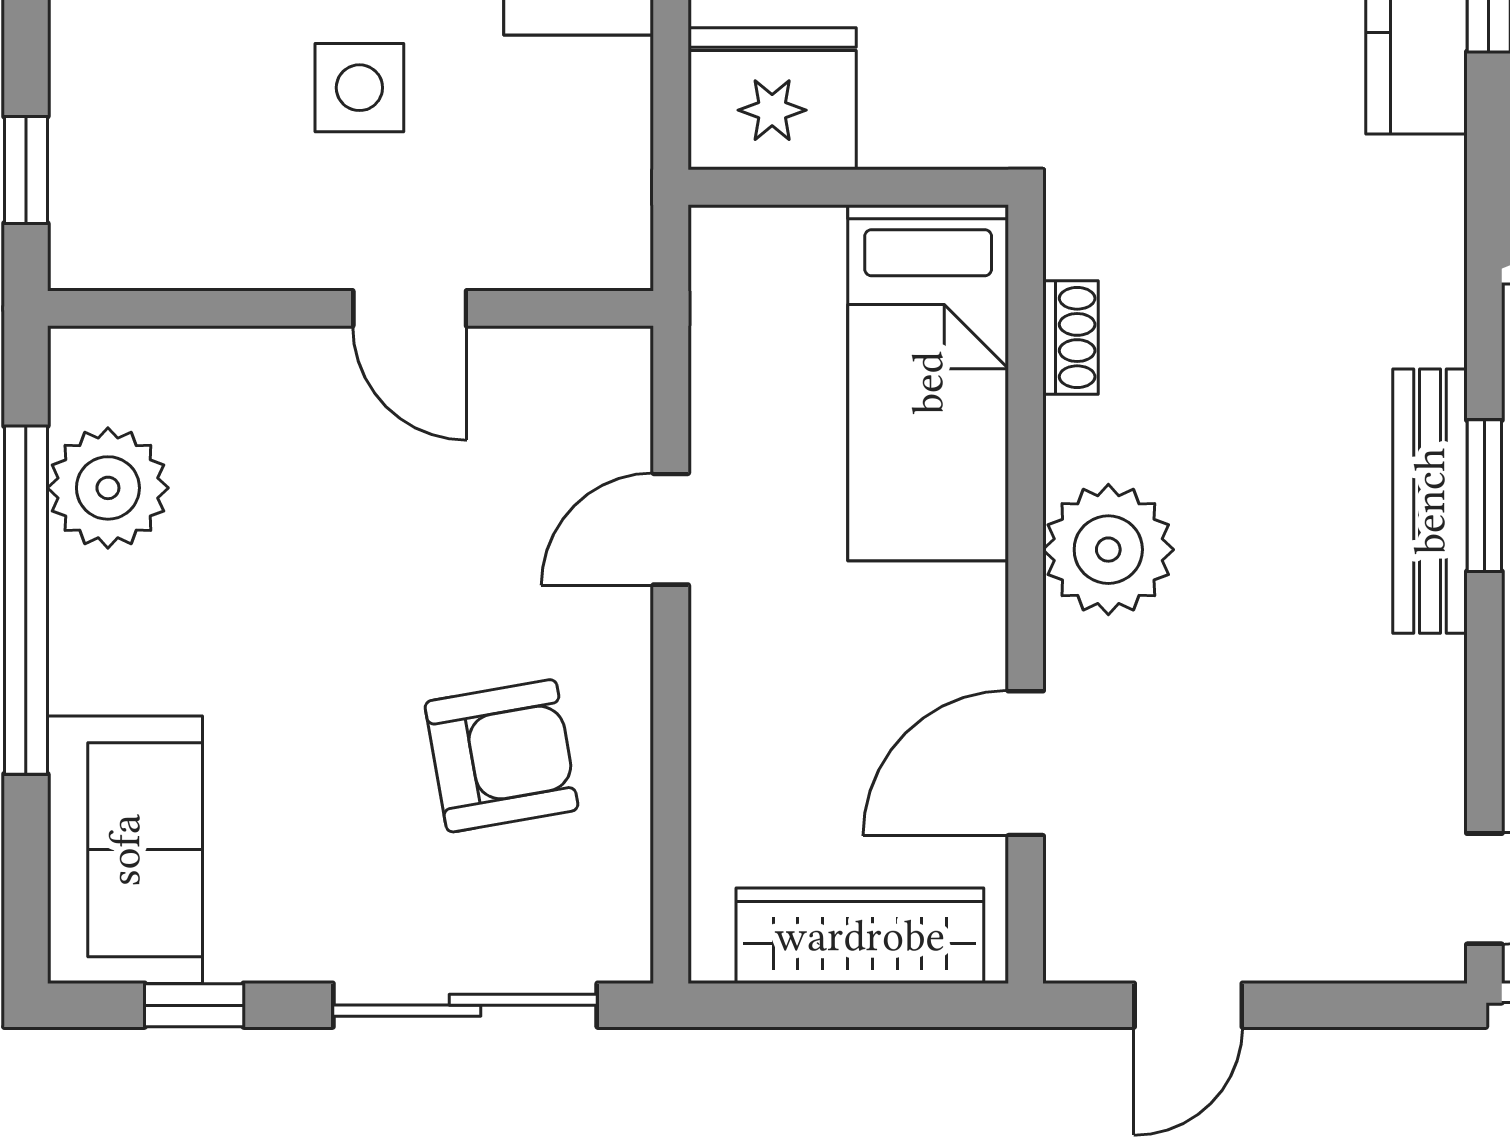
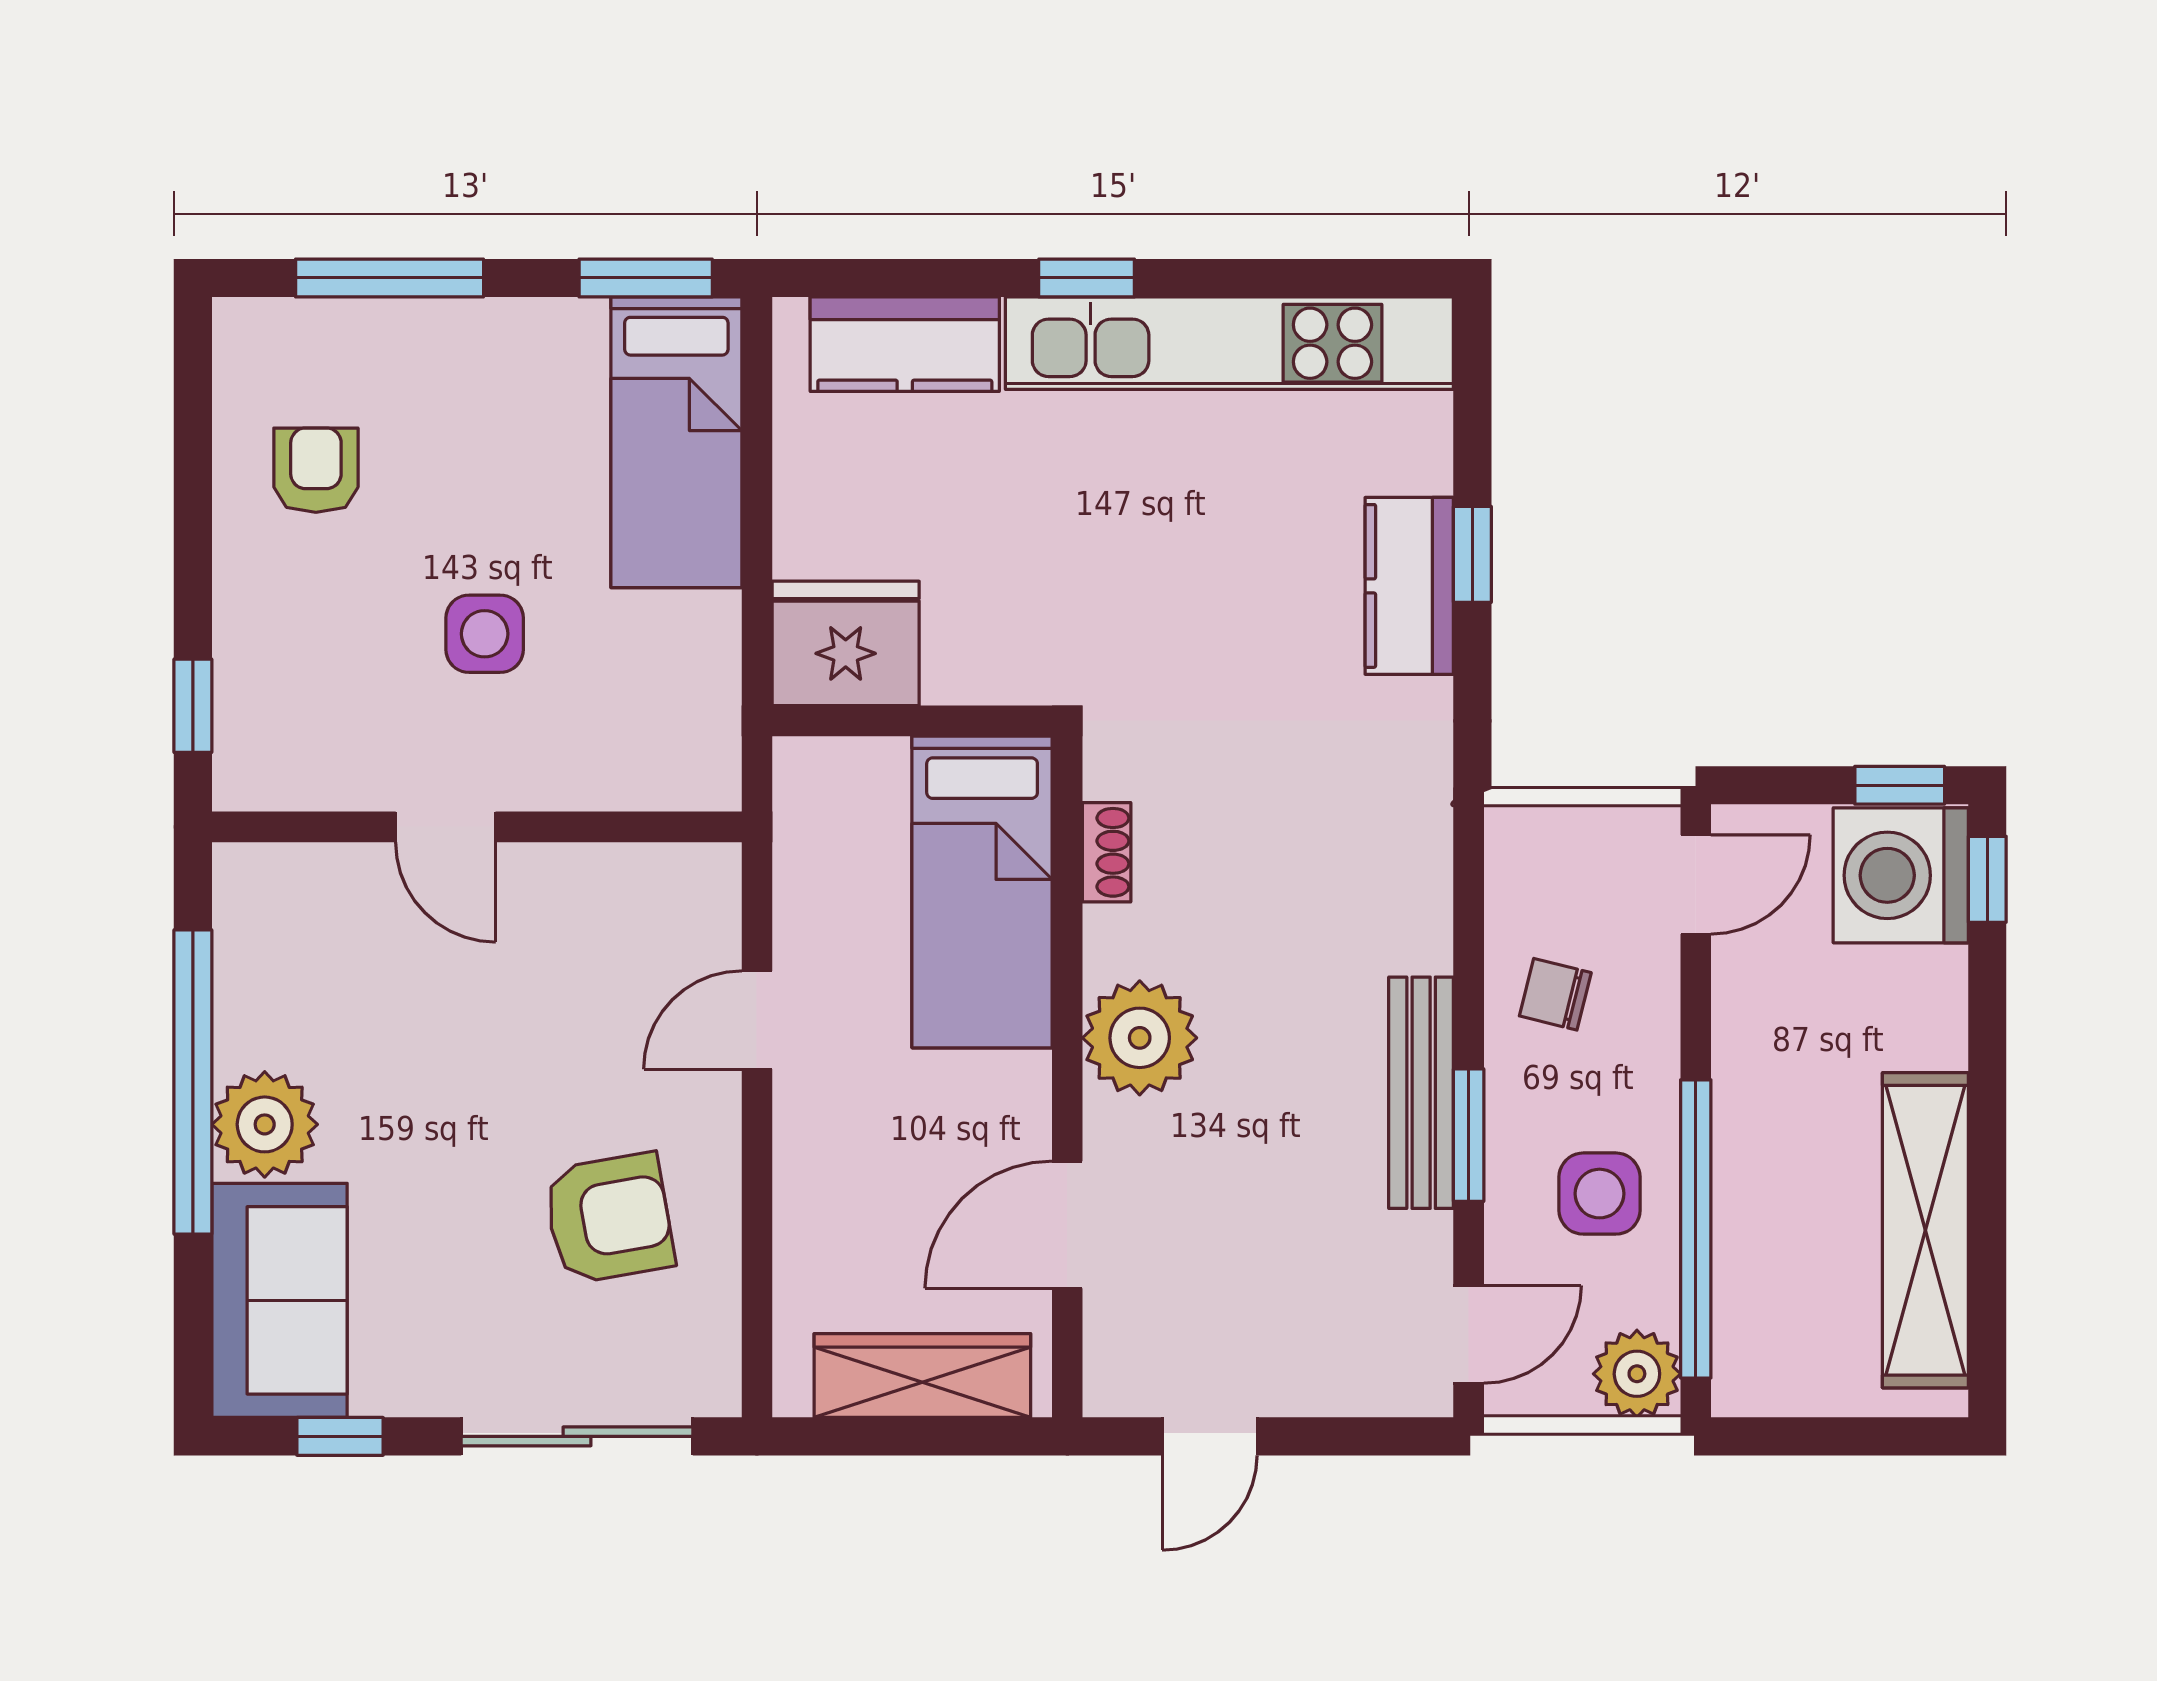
door: (410, 308) -> (446, 827), moved
plant: (108, 488) -> (265, 1124), moved
window: (1484, 496) -> (1469, 1135), moved
bench: (1430, 501) -> (1421, 1093), moved

